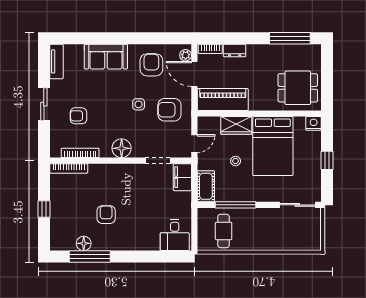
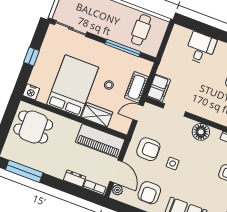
cot: (206, 186) -> (137, 87), moved
desk: (175, 235) -> (201, 48), moved

